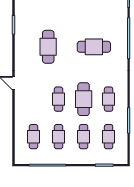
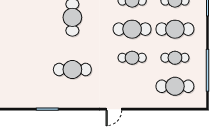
cafe table: (34, 137) -> (175, 86), width x1.37, depth x1.35
cafe table: (84, 137) -> (175, 29), width x1.37, depth x1.35

